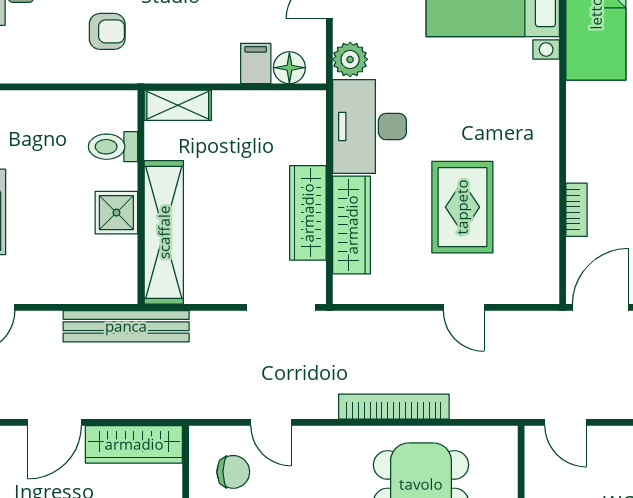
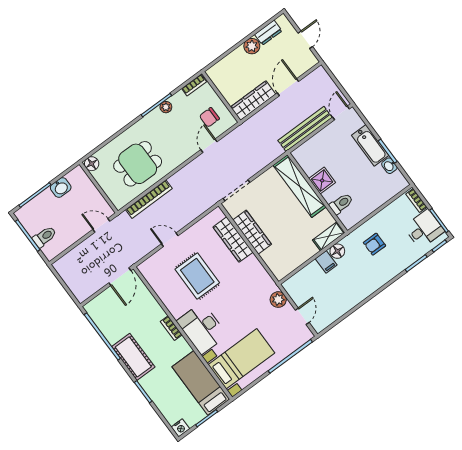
filing cabinet: (256, 64) -> (326, 262), moved
floor lamp: (289, 68) -> (337, 251), moved
desk: (370, 127) -> (202, 328), moved, turned 180
bookcase: (576, 210) -> (171, 328), moved
bench: (126, 326) -> (305, 129), moved
bookcase: (394, 407) -> (149, 199), moved
door: (271, 422) -> (209, 146), hinge flipped

